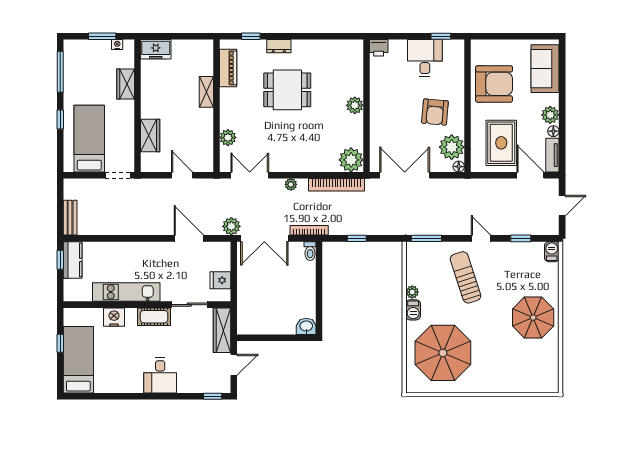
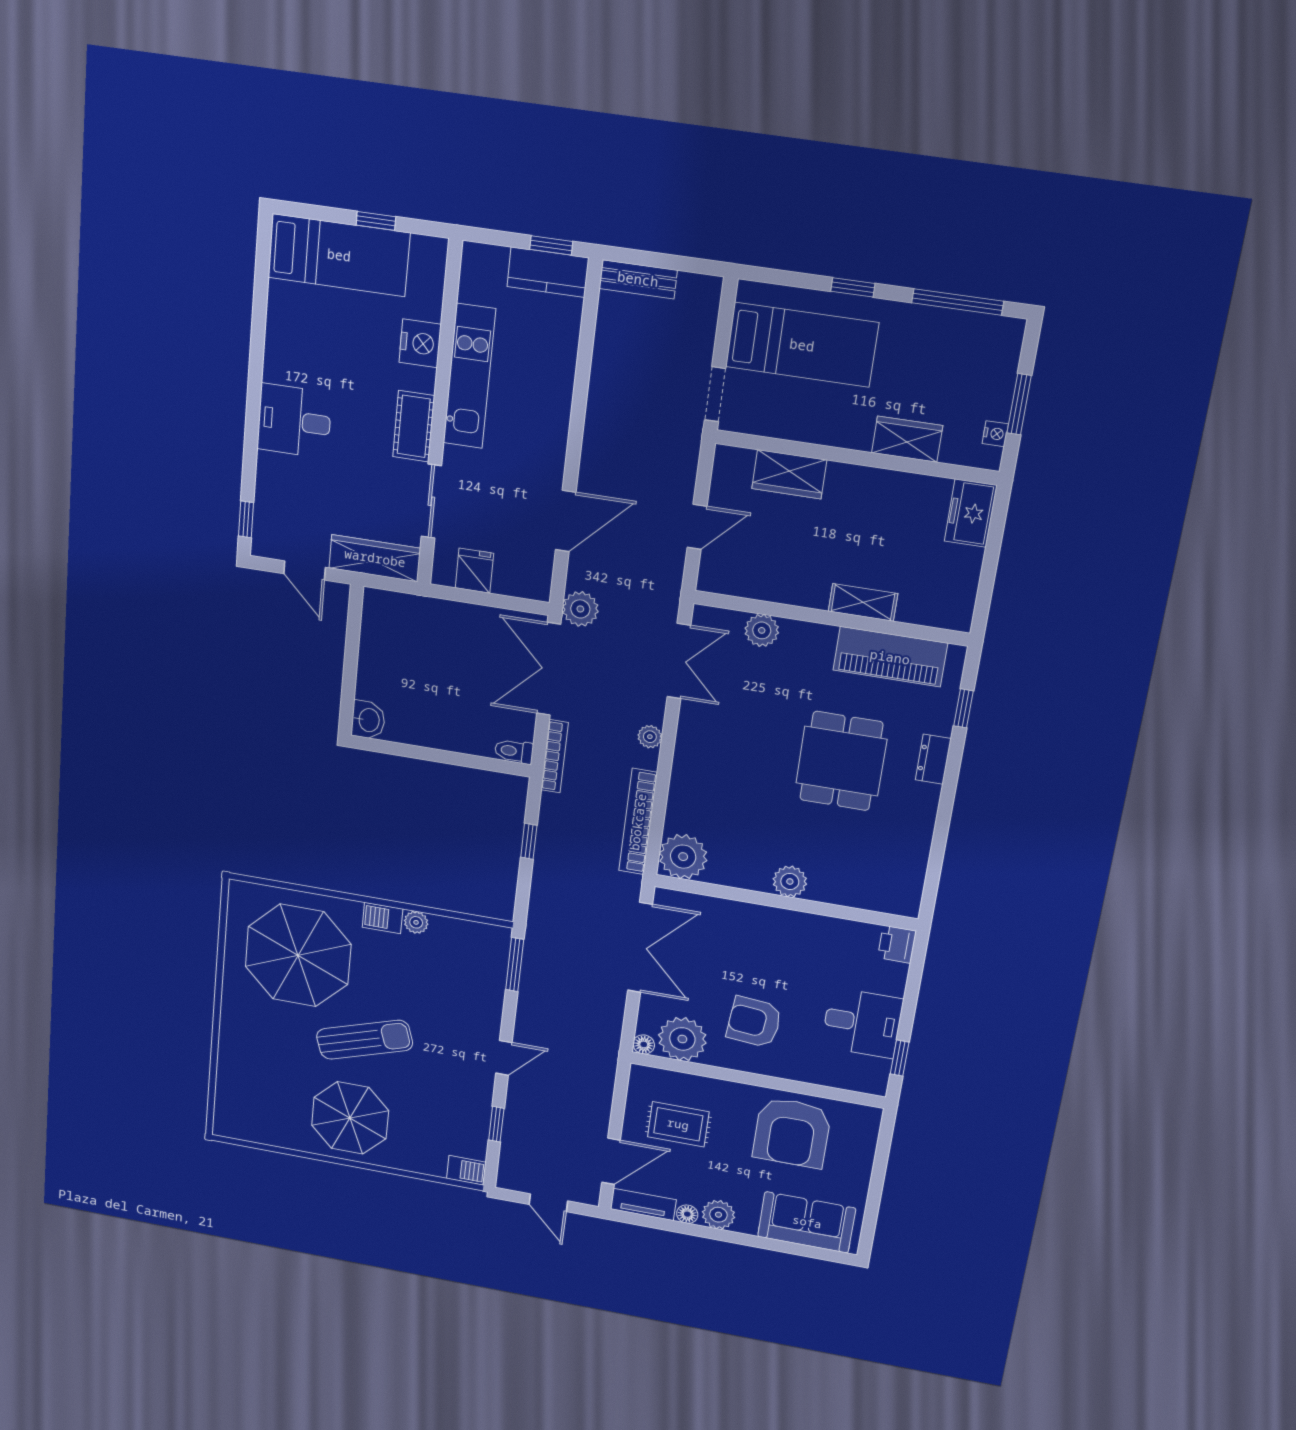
piano: (228, 68) -> (890, 657), width x1.37, depth x1.33
rug: (501, 143) -> (678, 1124), width x0.73, depth x0.70
sun lounger: (466, 277) -> (365, 1040), moved

